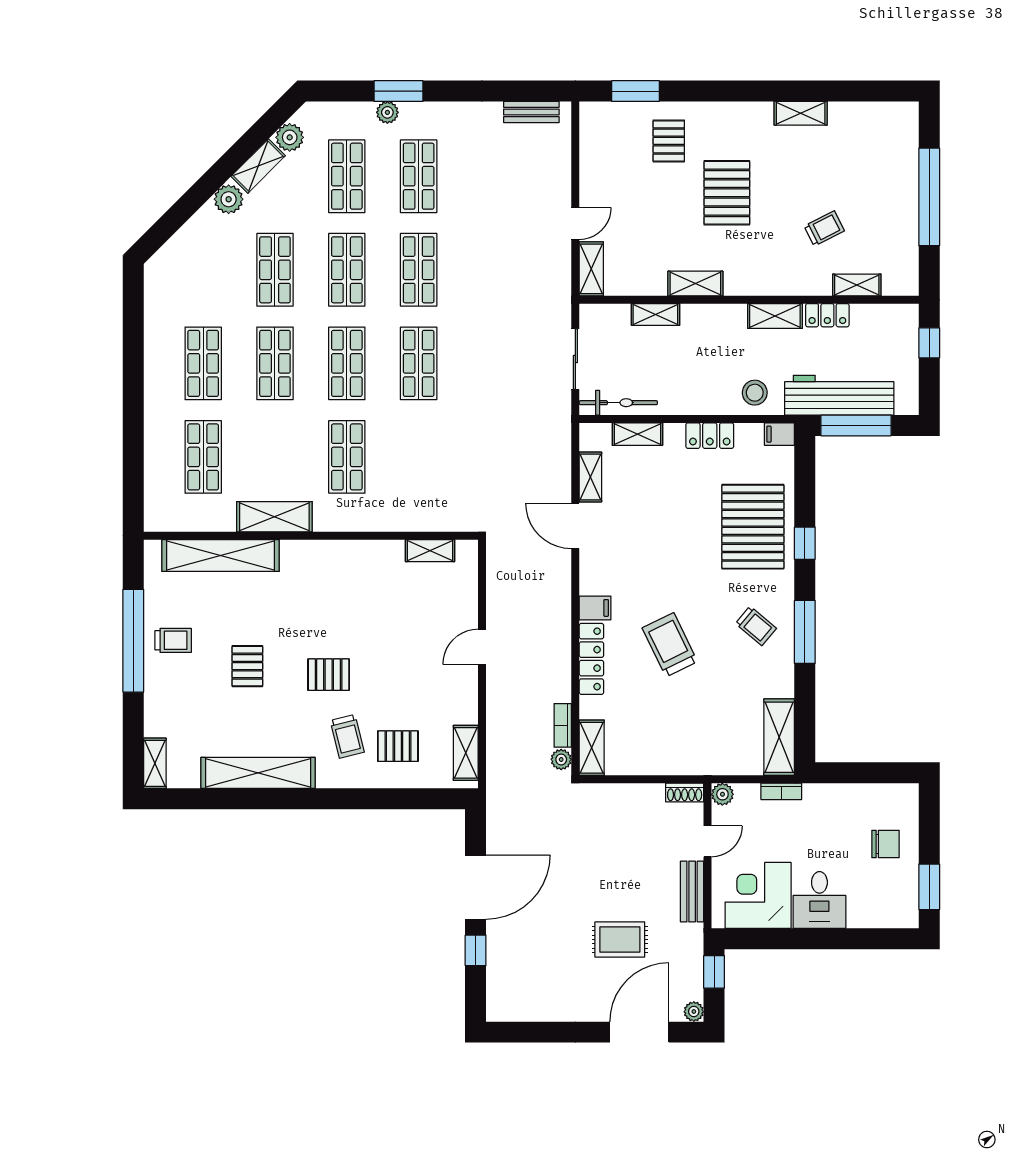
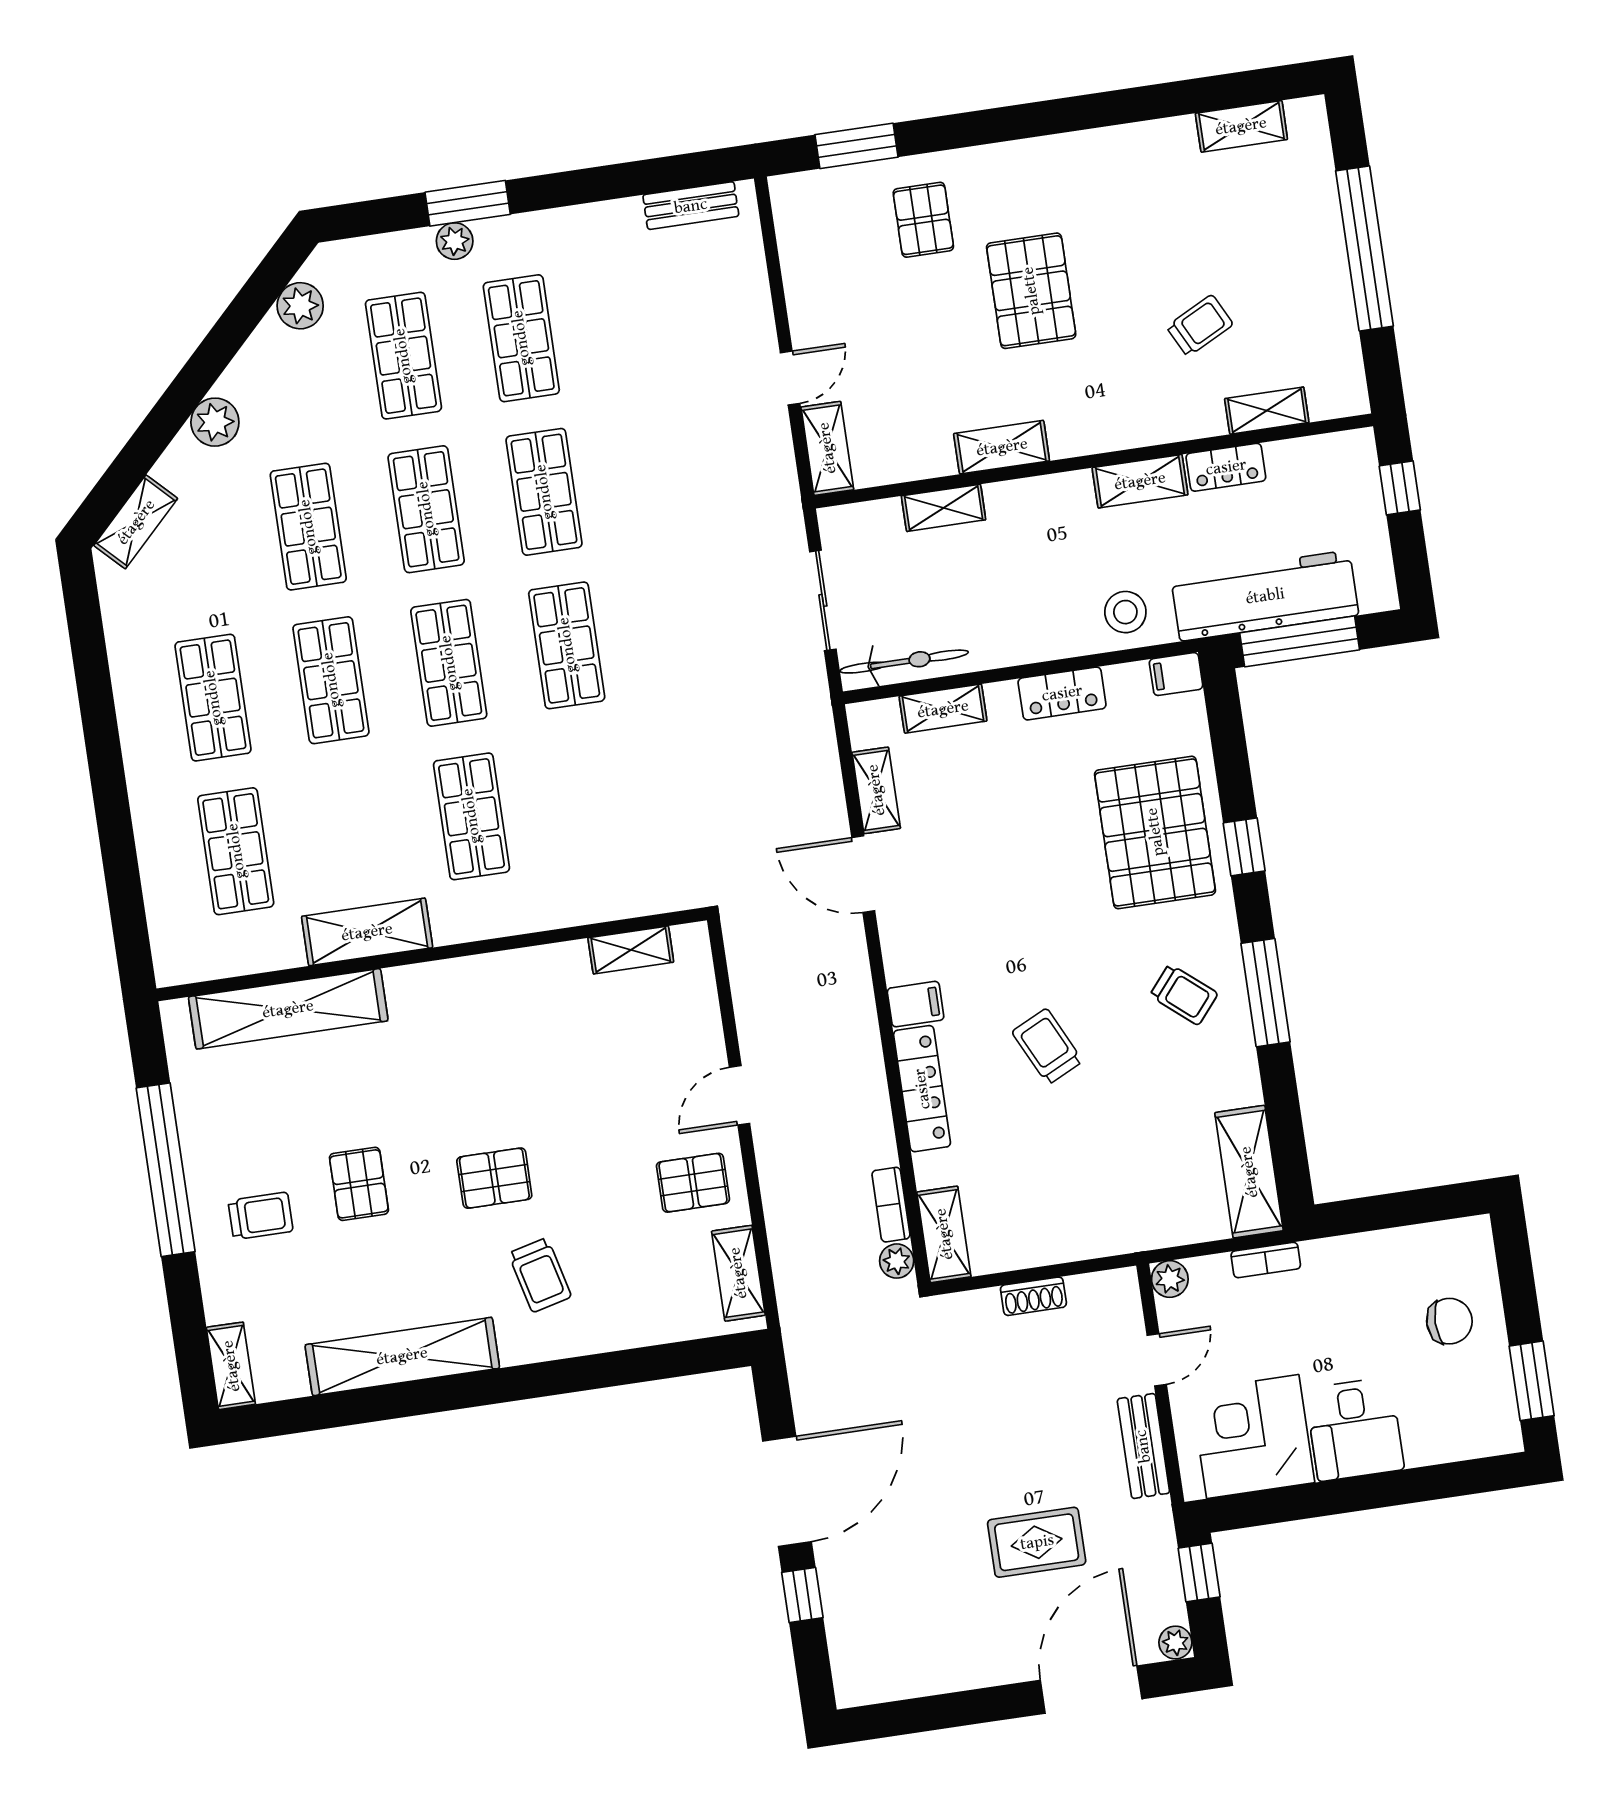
shelving: (801, 113) -> (1241, 126), moved
shelving: (258, 166) -> (136, 522), moved
trolley: (173, 640) -> (261, 1216), moved
trolley: (670, 645) -> (1047, 1046), width x0.73, depth x0.72
pallet: (398, 746) -> (693, 1183), moved
shoe rack: (685, 793) -> (1033, 1296), moved

